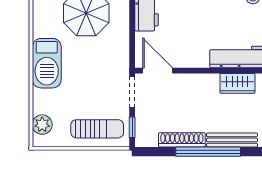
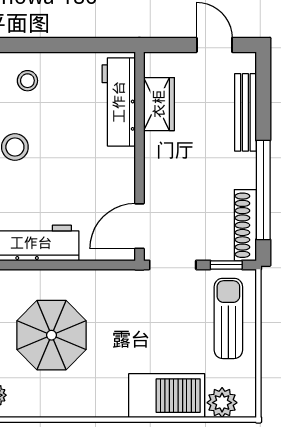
barbecue: (47, 63) -> (167, 396), moved
shoe rack: (182, 140) -> (245, 225), moved
window: (208, 152) -> (263, 190), moved

